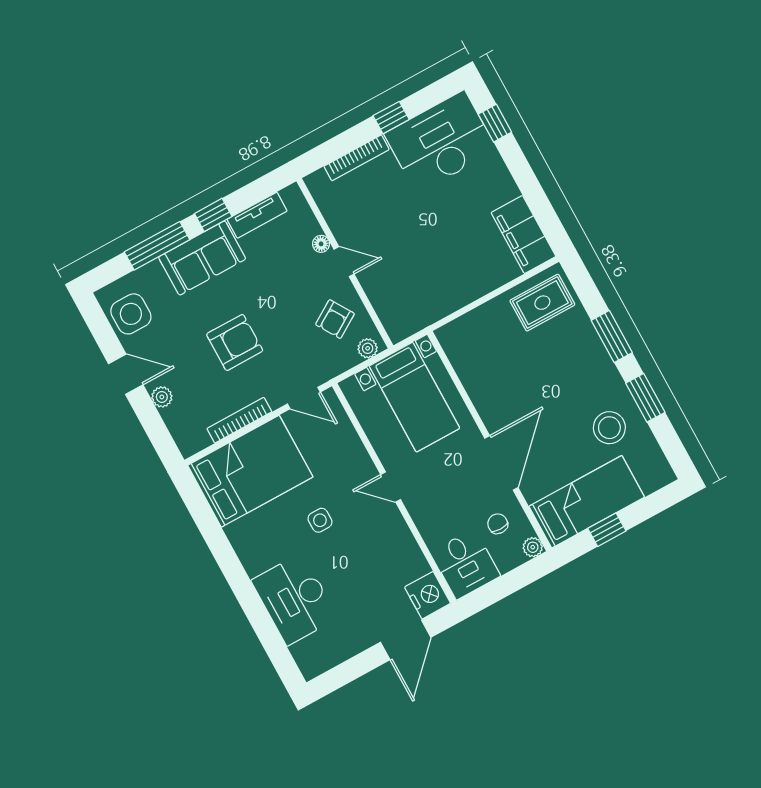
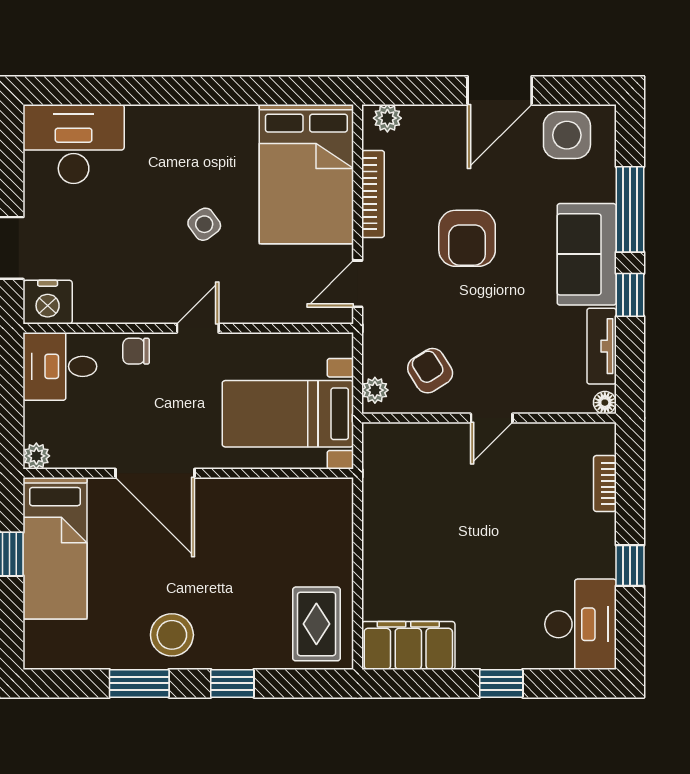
window: (495, 123) -> (501, 683), moved
desk: (441, 142) -> (581, 624), width x0.73, depth x0.77
bookcase: (357, 158) -> (605, 484), width x0.64
floor lamp: (321, 244) -> (605, 403), moved
window: (612, 337) -> (232, 683), width x0.67
door: (126, 374) -> (500, 90), width x1.38
plant: (162, 397) -> (387, 118), moved
stool: (609, 428) -> (172, 635), moved
side table: (320, 520) -> (204, 224), turned -37
chair: (498, 524) -> (136, 351), moved, turned 180
desk: (295, 599) -> (74, 144), moved

